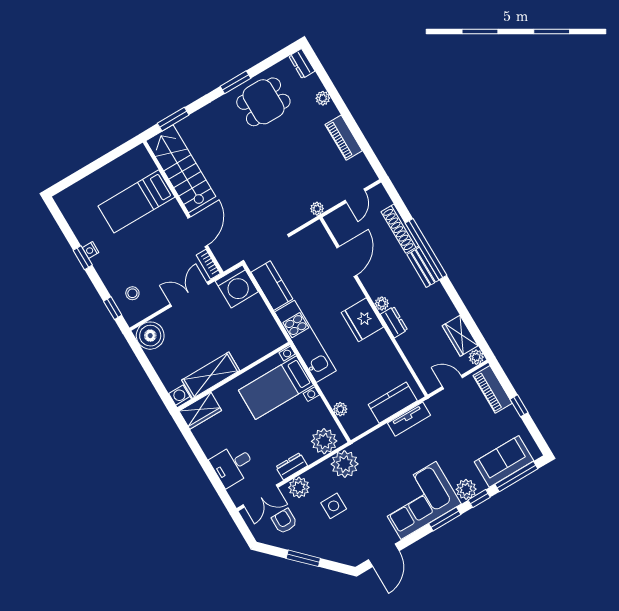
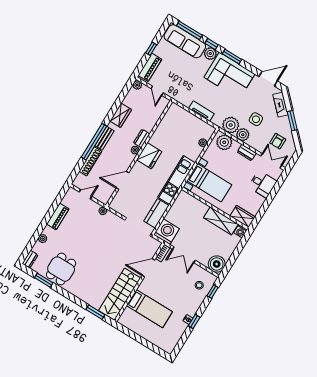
window: (235, 82) -> (44, 280), moved
dining table: (263, 102) -> (61, 269), turned 90
wardrobe: (460, 336) -> (121, 115), moved
kitchen counter: (393, 403) -> (185, 117), removed
tv unit: (409, 419) -> (201, 111), moved
sofa: (504, 461) -> (185, 41), width x1.36
plant: (299, 487) -> (243, 135), moved
fireplace: (336, 553) -> (280, 105), added

